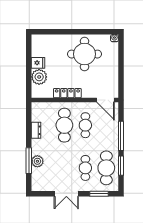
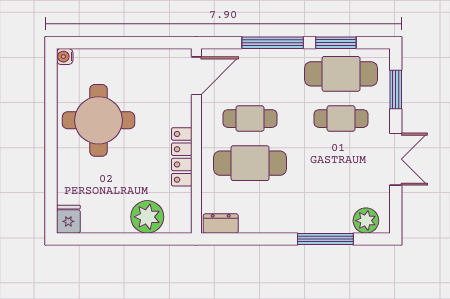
fridge: (38, 63) -> (68, 219), moved
dresser: (36, 130) -> (221, 223), moved
plant: (37, 161) -> (366, 221), moved

